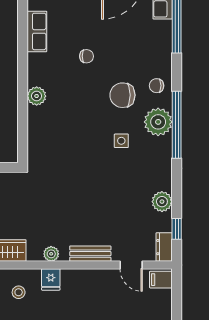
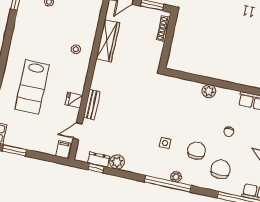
chair: (157, 86) -> (221, 169), moved, width x1.87, depth x1.87
plant: (158, 122) -> (176, 177), width x0.53, depth x0.53
dresser: (164, 247) -> (99, 160), moved
plant: (51, 254) -> (97, 77), removed
fridge: (51, 279) -> (74, 100), moved

